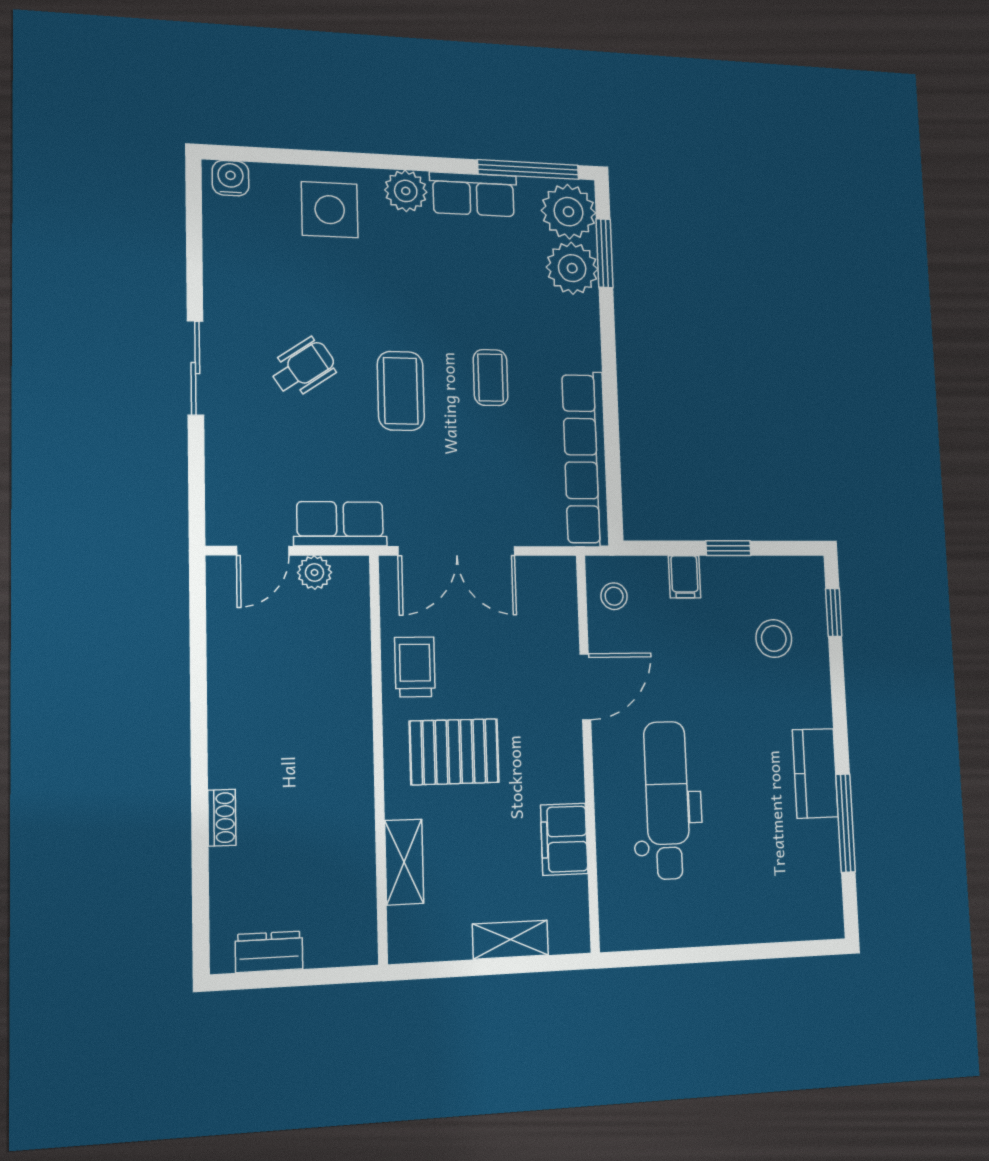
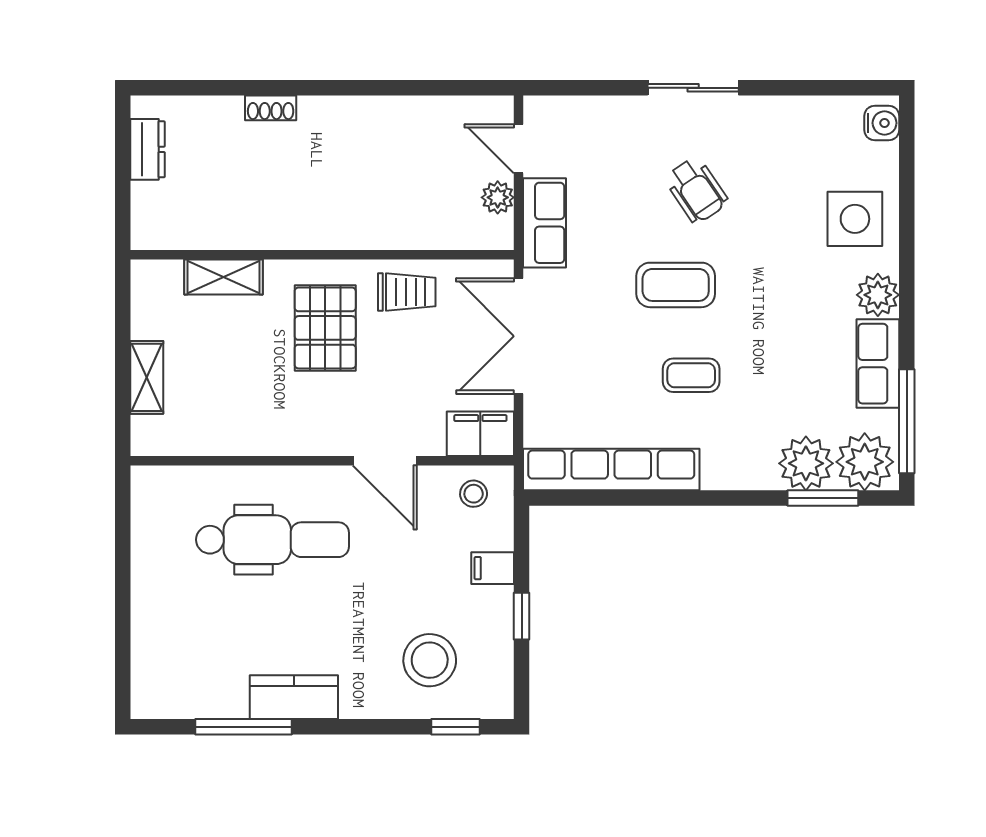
stool: (774, 639) -> (430, 660), width x1.38, depth x1.38
filing cabinet: (564, 839) -> (480, 434), moved

